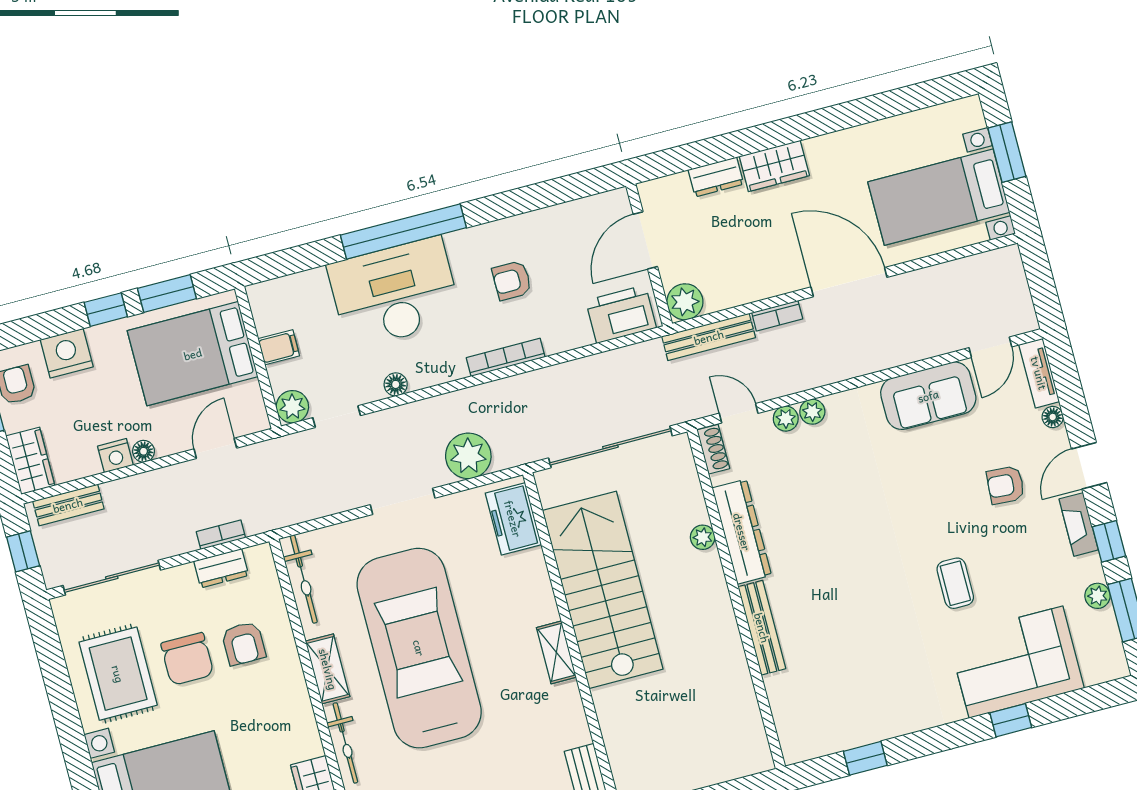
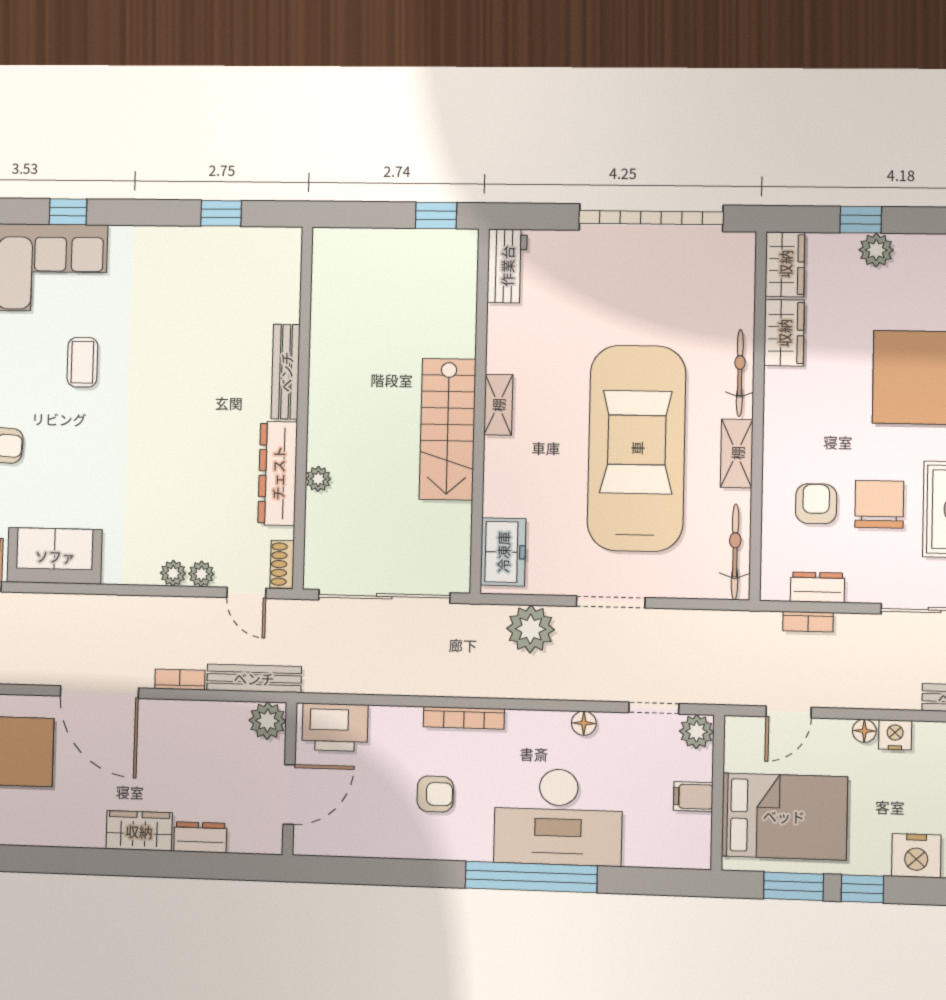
stairs: (603, 590) -> (448, 429), width x0.73, depth x0.66
car: (419, 648) -> (637, 448), turned 180

